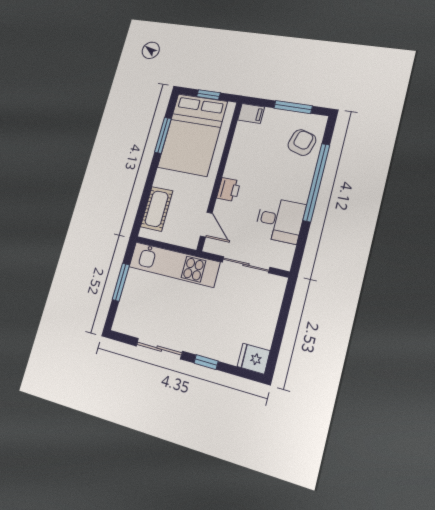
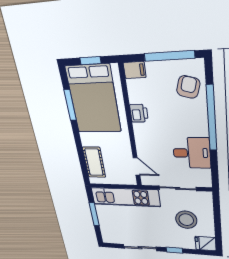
window: (293, 107) -> (169, 56), width x1.44
printer: (229, 189) -> (139, 113), moved
stool: (240, 314) -> (186, 220), added

